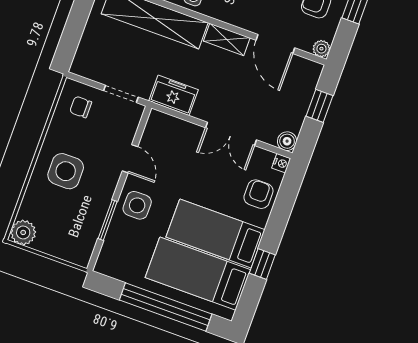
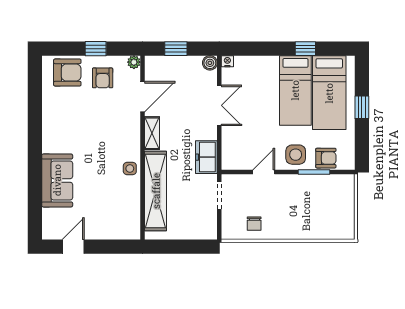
chair: (81, 107) -> (254, 224), moved
side table: (66, 171) -> (290, 215), removed
armchair: (258, 194) -> (326, 158), moved, turned 180
plant: (23, 232) -> (345, 230), removed
window: (166, 307) -> (362, 107), width x0.32

